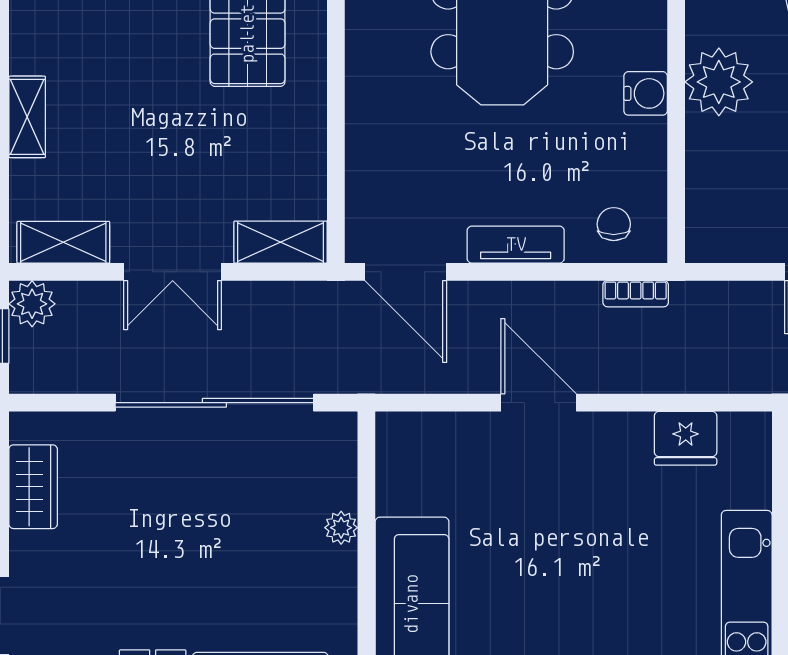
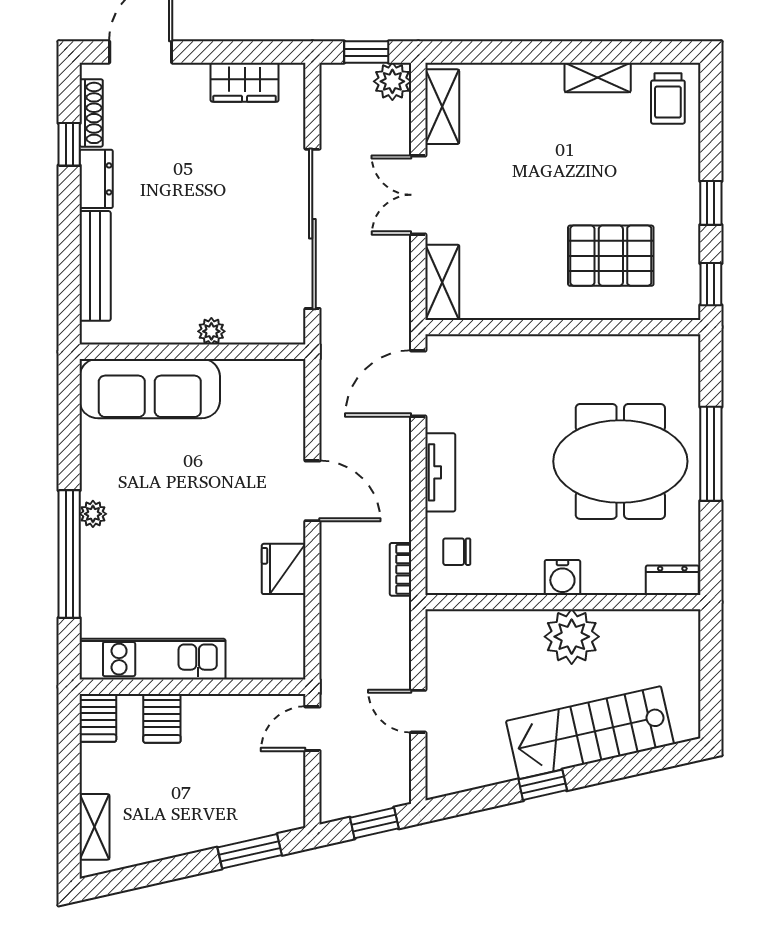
shelving: (27, 117) -> (598, 77), moved
chair: (614, 224) -> (457, 552), turned 180
door: (539, 403) -> (312, 491), hinge flipped
fridge: (686, 438) -> (284, 569), moved

